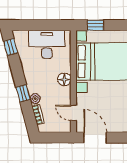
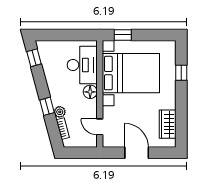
desk: (47, 44) -> (82, 65), moved, turned 90
door: (95, 138) -> (137, 153), moved

